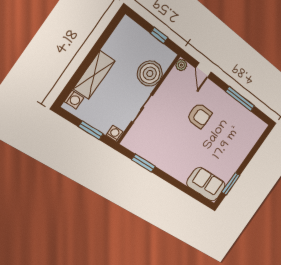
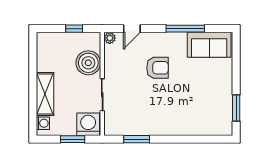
door: (203, 70) -> (132, 29), hinge flipped
washing machine: (114, 133) -> (88, 124), width x1.89, depth x1.89
sofa: (206, 184) -> (209, 45), moved, turned 180

